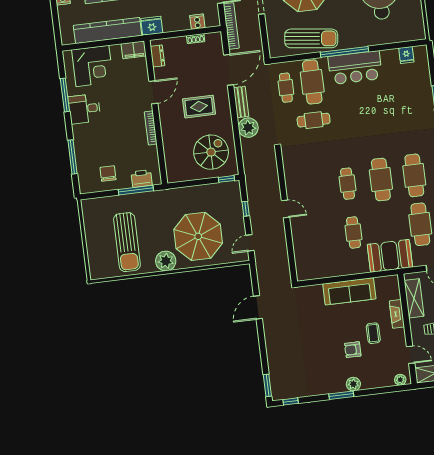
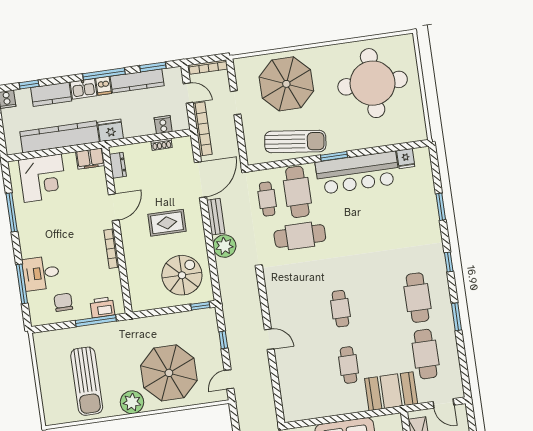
window: (344, 52) -> (334, 156), width x0.47
bar counter: (355, 68) -> (357, 173), width x1.36
desk: (84, 109) -> (41, 273), moved
cafe table: (314, 120) -> (300, 236), width x1.37, depth x1.35
cafe table: (381, 179) -> (379, 303), removed

